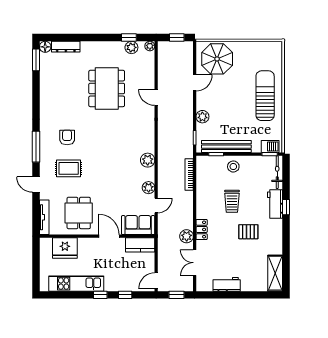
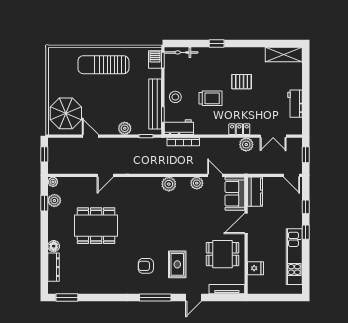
floor lamp: (45, 47) -> (54, 246), moved
workbench: (275, 204) -> (179, 127), moved, turned 180
pallet: (248, 232) -> (242, 82), turned 90
fridge: (65, 248) -> (255, 268), width x0.53, depth x0.75

